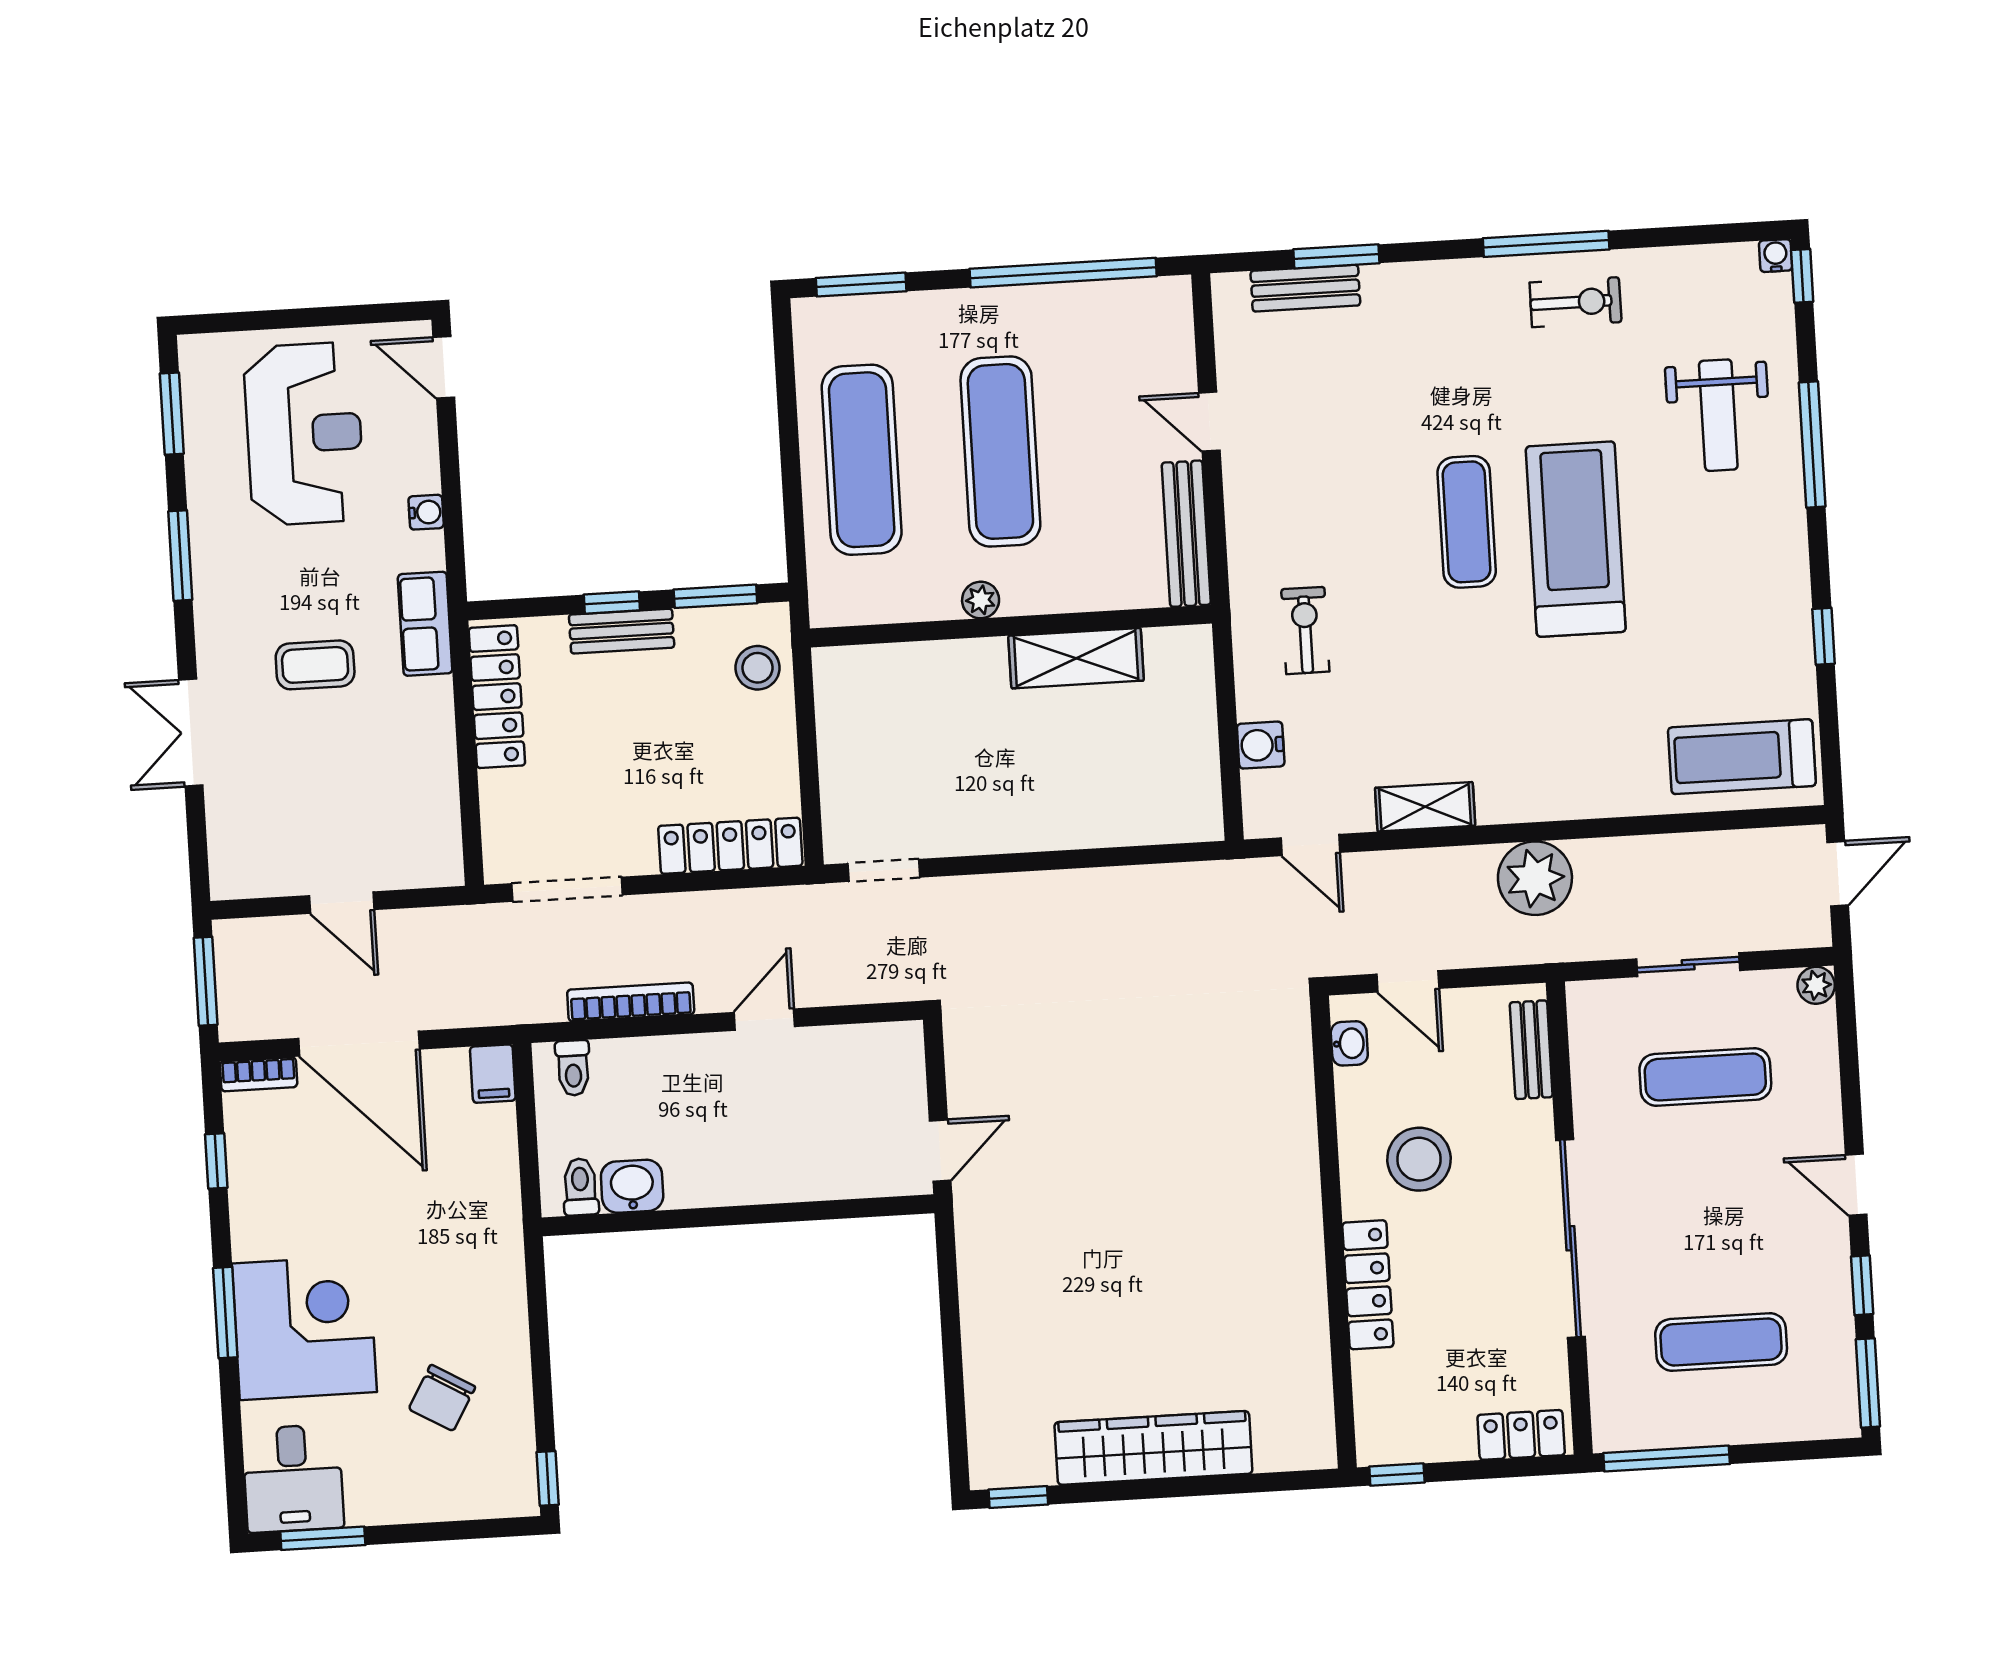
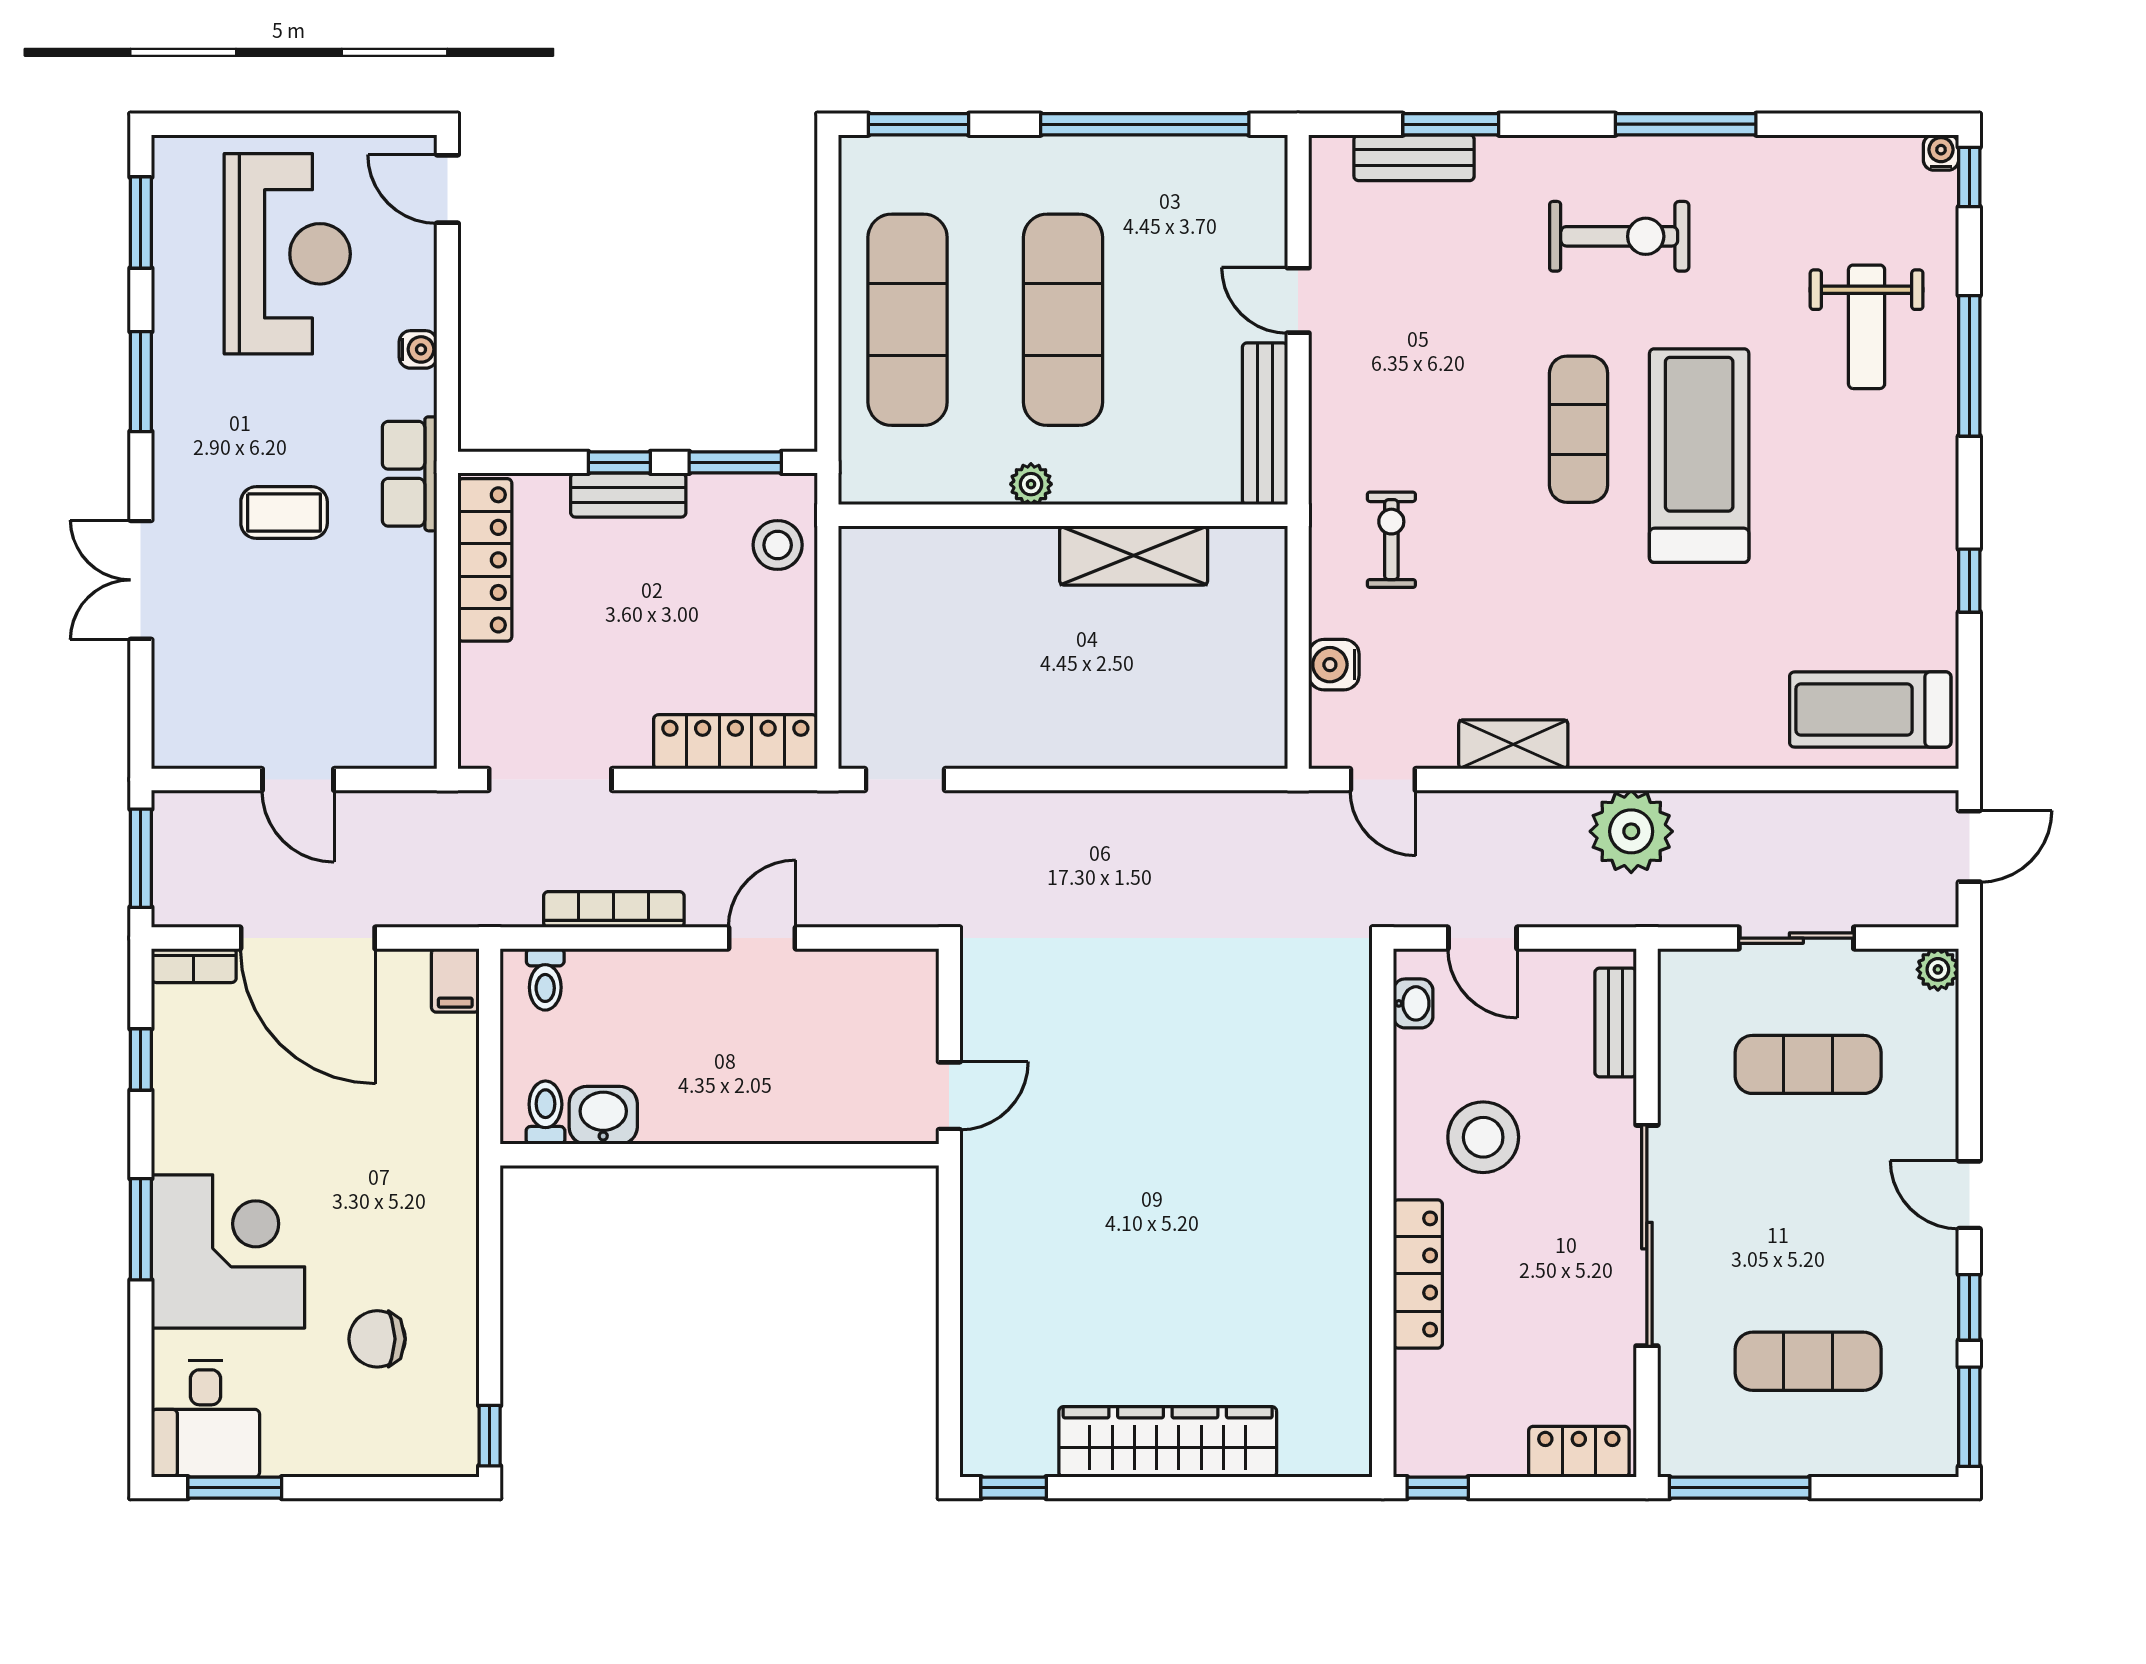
exercise bike: (1575, 302) -> (1619, 236), moved, width x1.38, depth x1.39
chair: (442, 1398) -> (377, 1339), turned 60

